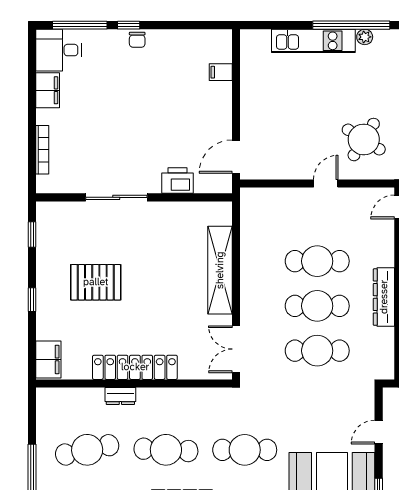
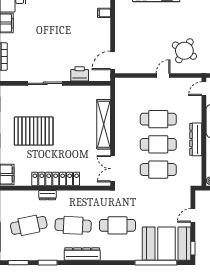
pallet: (96, 282) -> (34, 131), width x1.37, depth x1.41

